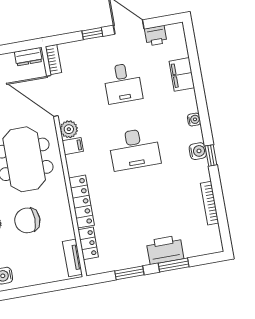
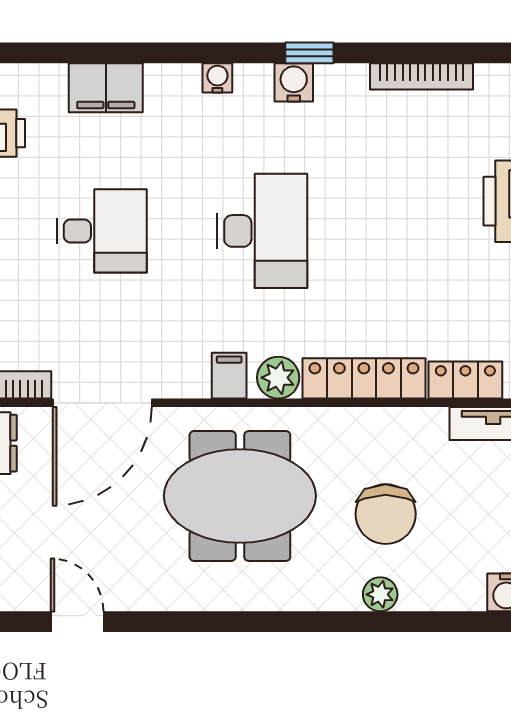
plant: (69, 129) -> (278, 378), moved

